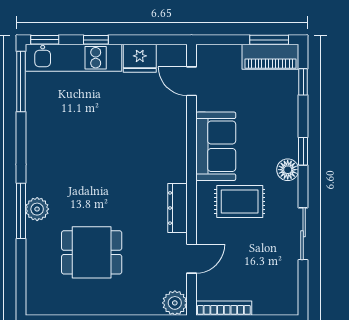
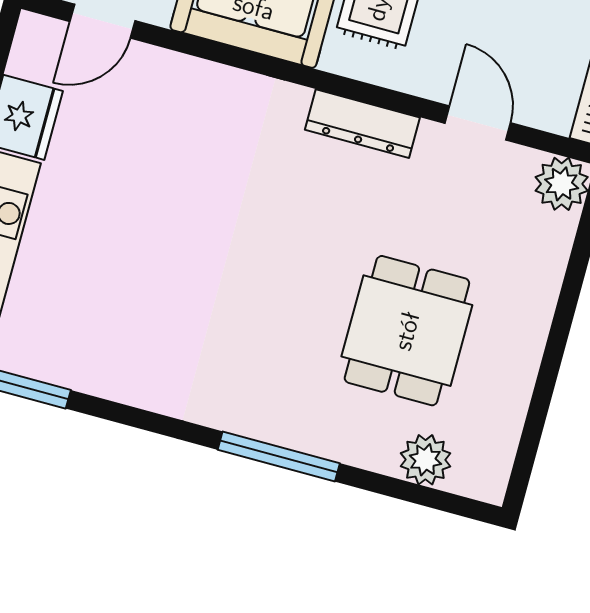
plant: (37, 209) -> (425, 460), moved

